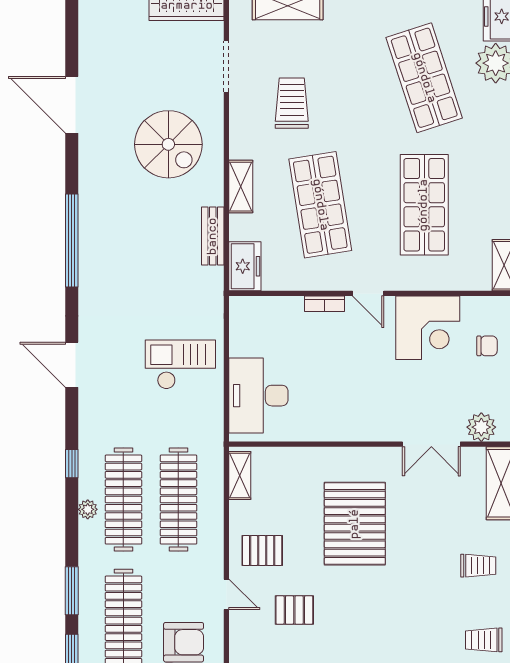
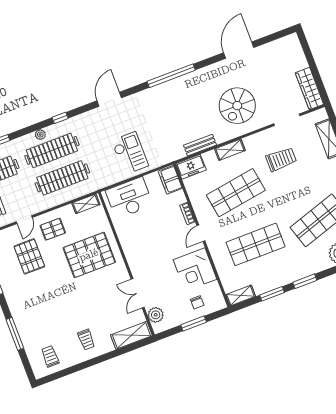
filing cabinet: (254, 311) -> (170, 180), added
pallet: (355, 524) -> (89, 255), moved
pallet: (262, 551) -> (53, 229), turned 90
pallet: (294, 610) -> (29, 256), width x1.50, depth x1.42

